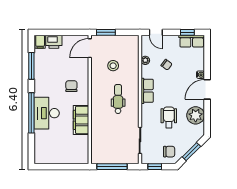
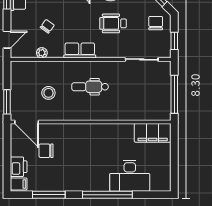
chair: (71, 86) -> (46, 151), moved
desk: (47, 113) -> (130, 176), moved
filing cabinet: (81, 120) -> (153, 133), moved

